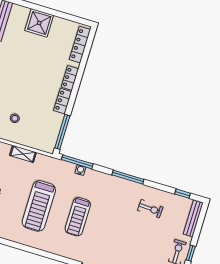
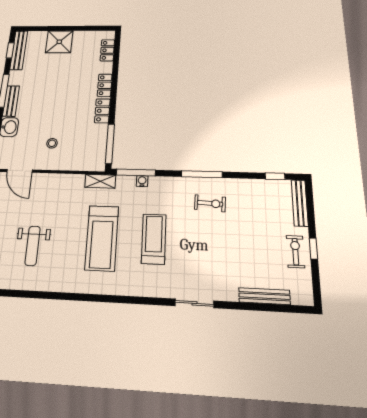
locker: (80, 45) -> (107, 50), width x0.66
shelving: (23, 154) -> (100, 181), moved
exercise bike: (150, 209) -> (210, 203), moved
treadmill: (78, 217) -> (154, 239), turned 180

